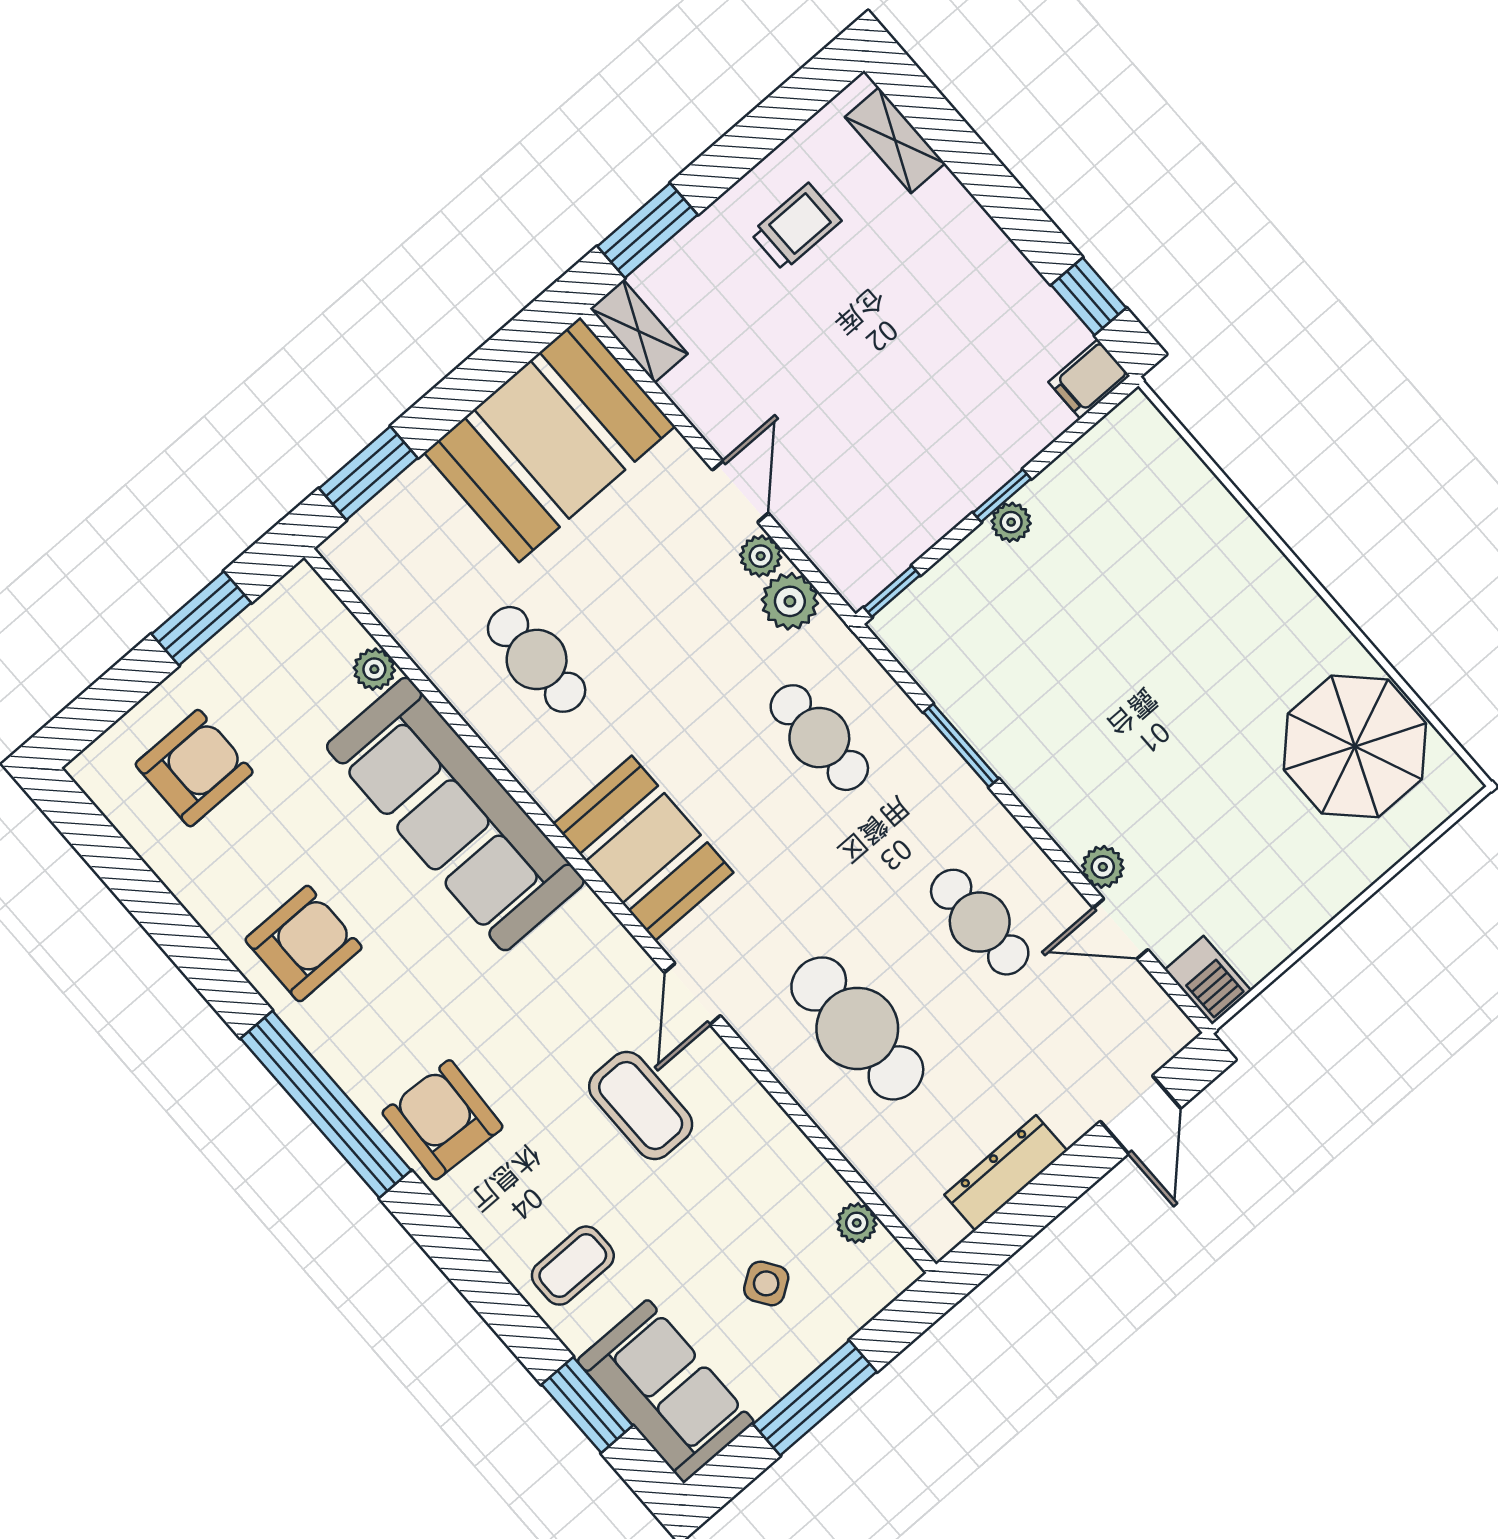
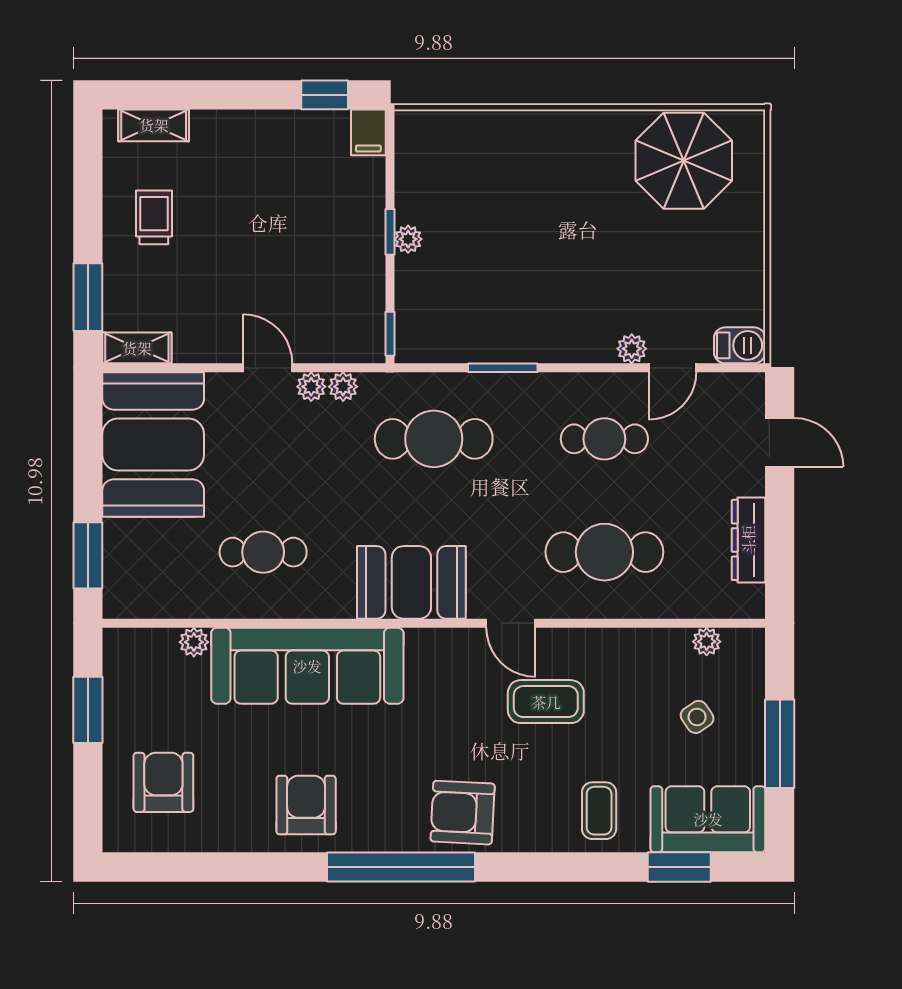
plant: (790, 601) -> (343, 387), width x0.73, depth x0.73
cafe table: (819, 738) -> (434, 439), width x1.37, depth x1.35

